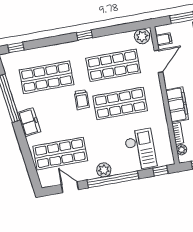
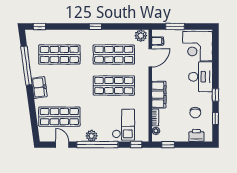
trolley: (82, 100) -> (84, 77), removed

